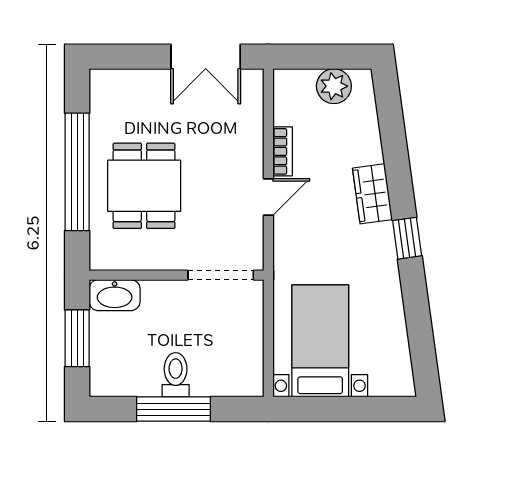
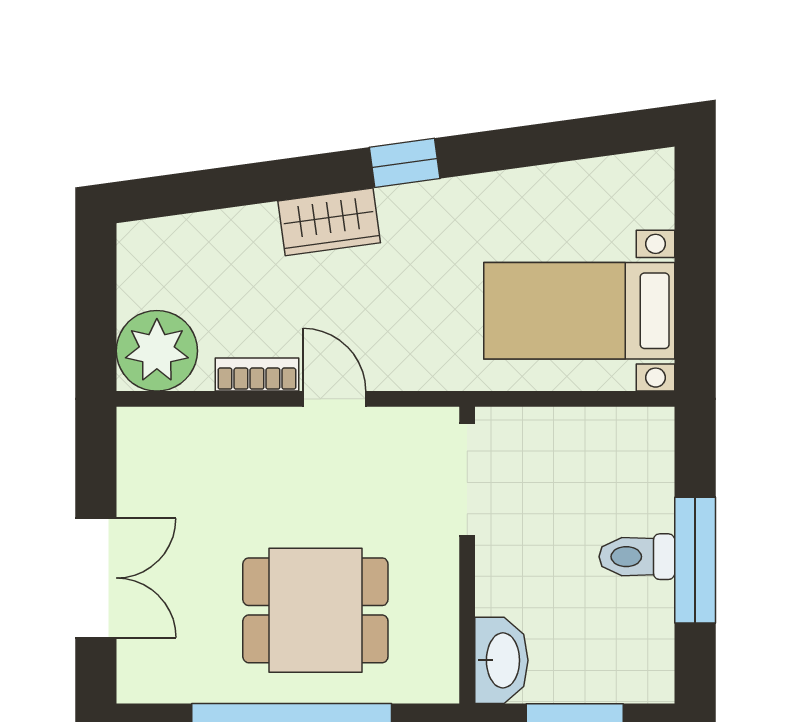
double door: (206, 57) -> (96, 578), moved
plant: (334, 86) -> (157, 351), moved, width x1.36, depth x1.36

